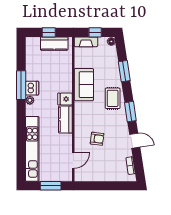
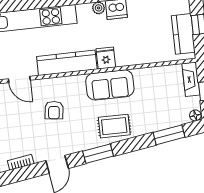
window: (124, 71) -> (169, 135), moved
sofa: (84, 85) -> (110, 85), moved
kitchen counter: (65, 120) -> (67, 63), width x1.50

